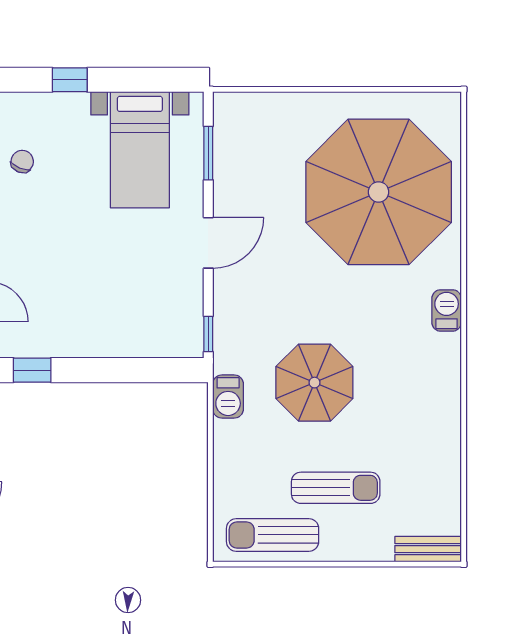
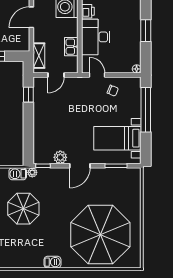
window: (70, 80) -> (146, 110), width x3.17
door: (208, 243) -> (80, 166), hinge flipped
plant: (187, 291) -> (60, 157), added
plant: (225, 361) -> (32, 172), added

